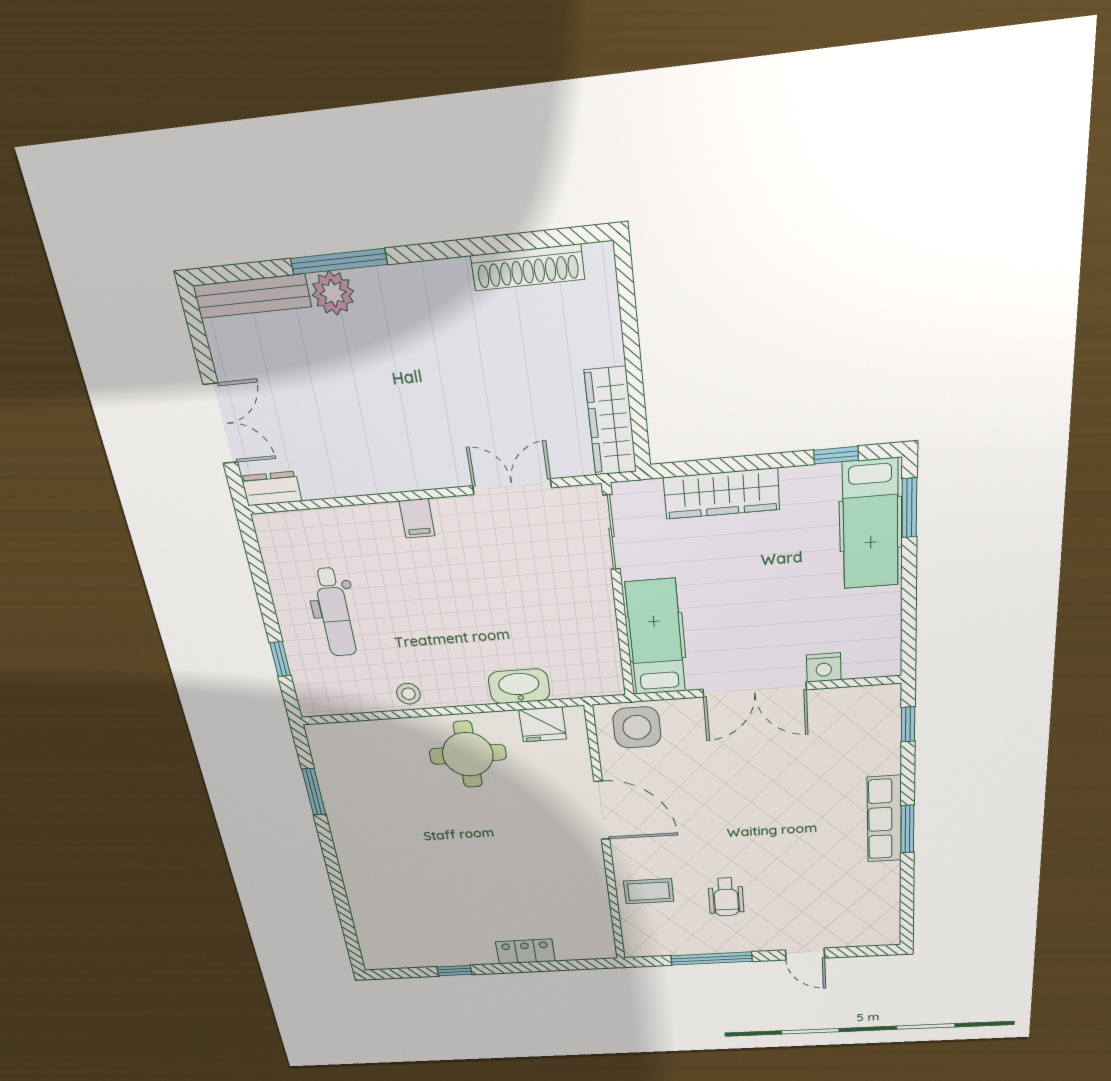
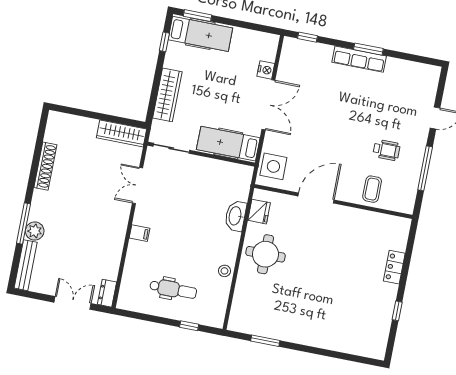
shoe rack: (528, 267) -> (45, 166), moved

